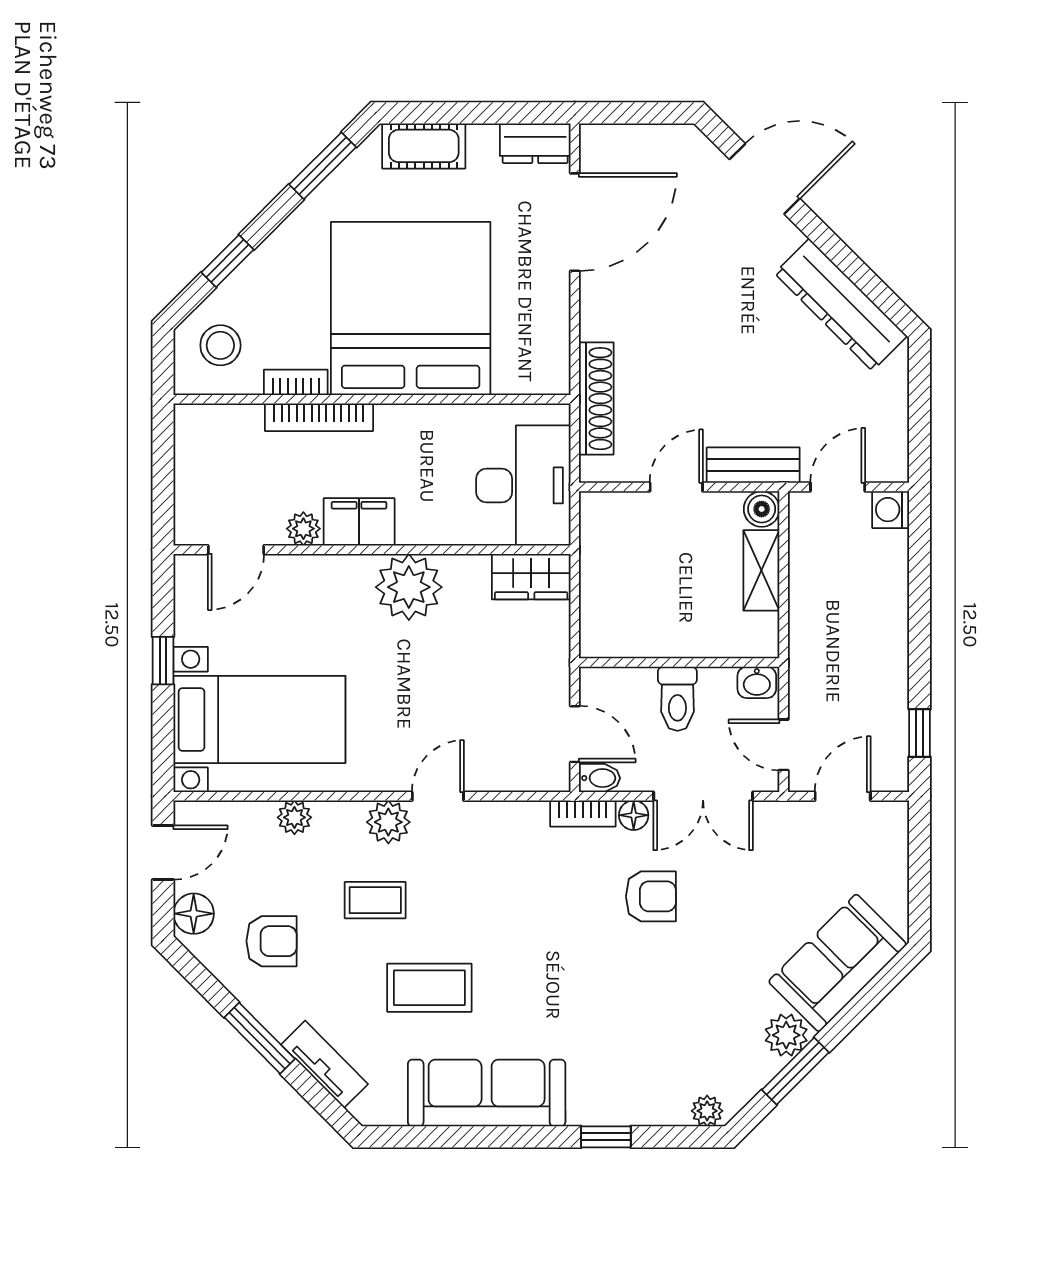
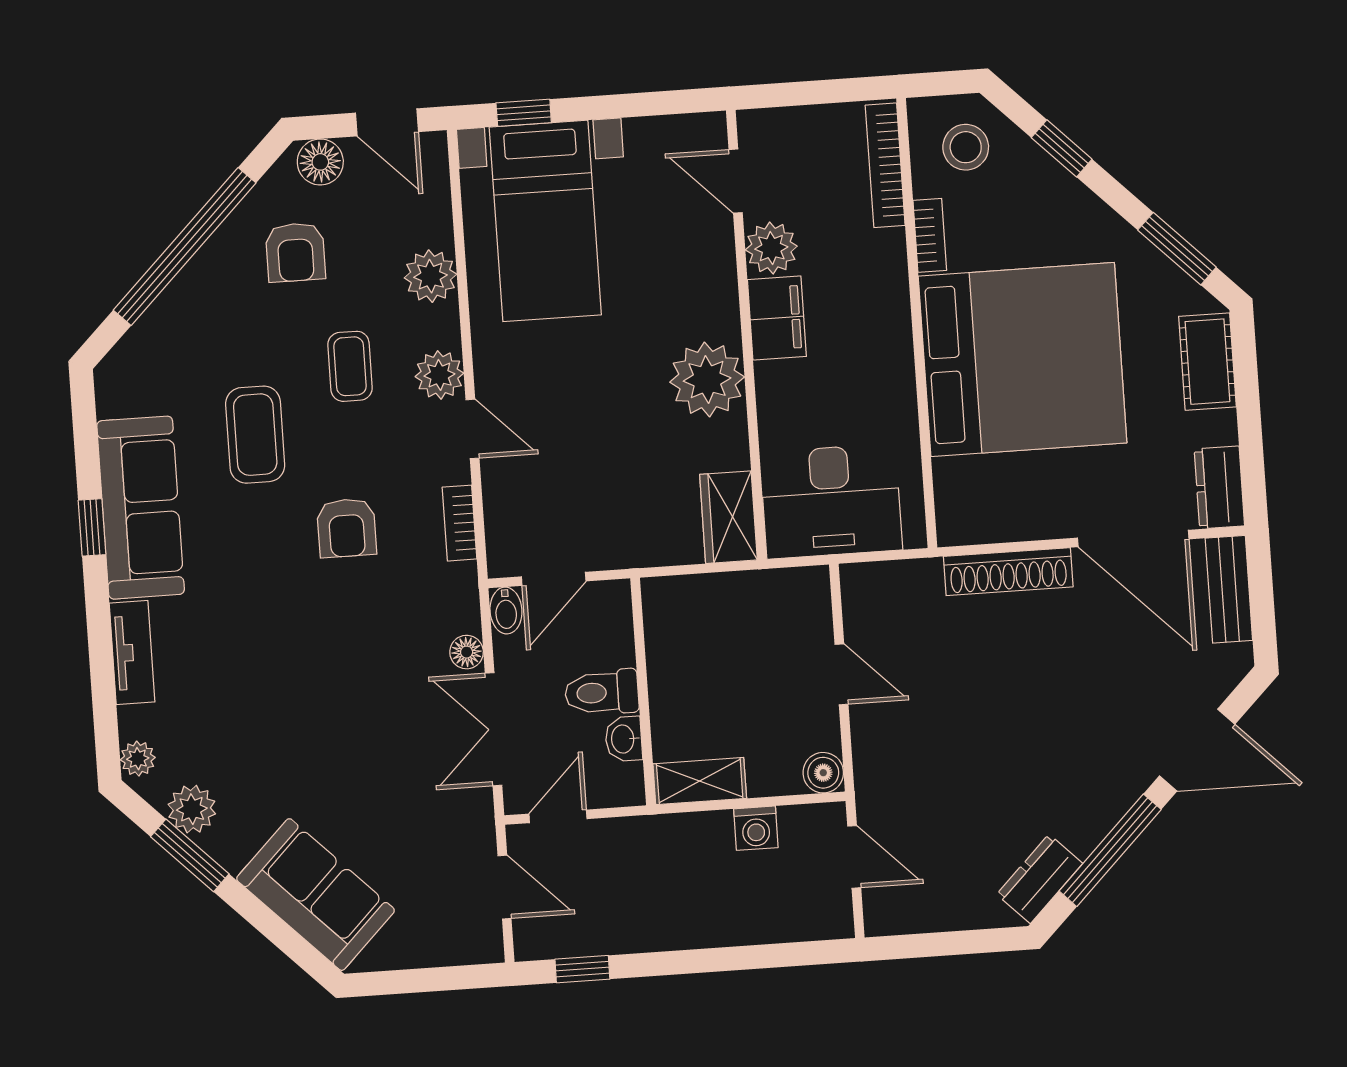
door: (765, 179) -> (1197, 750), hinge flipped
window: (847, 262) -> (1110, 850), added
dresser: (841, 305) -> (1040, 879), width x0.51, depth x0.80
shoe rack: (596, 399) -> (1008, 572), moved
bookcase: (319, 417) -> (885, 165), moved
bench: (753, 465) -> (1229, 589), moved
washing machine: (891, 510) -> (756, 828), moved, turned 180
plant: (303, 529) -> (771, 248), width x1.38, depth x1.38
shelving: (761, 570) -> (700, 781), moved
window: (163, 661) -> (524, 113), moved
washbasin: (757, 682) -> (624, 739), moved
bookcase: (583, 814) -> (459, 523), moved
plant: (294, 817) -> (430, 276), width x1.38, depth x1.38
armchair: (651, 896) -> (347, 528), moved
plant: (786, 1035) -> (192, 809), moved
window: (260, 1038) -> (185, 246), width x2.11
tv unit: (324, 1064) -> (132, 653), moved, turned -45
window: (606, 1137) -> (92, 527), moved

